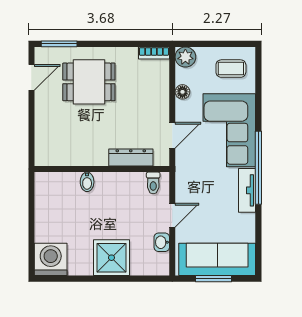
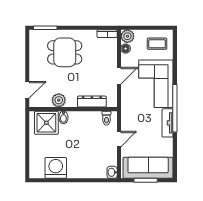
door: (31, 77) -> (27, 90), moved
floor lamp: (182, 92) -> (126, 49), moved
door: (172, 135) -> (119, 76), moved
plant: (80, 155) -> (59, 100), added
washbasin: (162, 242) -> (112, 172), moved
shower: (111, 258) -> (46, 123), moved
washing machine: (51, 259) -> (56, 168), moved

